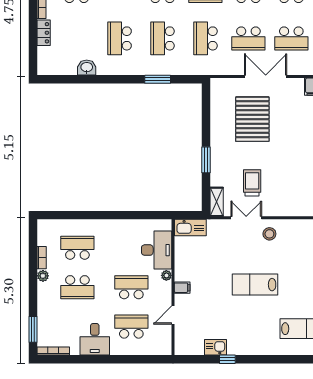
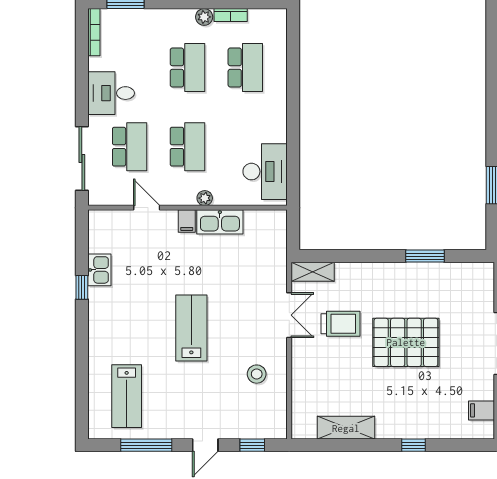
pallet: (252, 119) -> (406, 342), moved
window: (206, 160) -> (425, 256), moved
kitchen sink: (190, 228) -> (220, 222), moved, turned -90
stool: (269, 234) -> (257, 374), moved
desk: (157, 250) -> (265, 172), moved, turned -90
school desk: (77, 287) -> (187, 68), turned 180
sliding door: (139, 359) -> (82, 159), added

